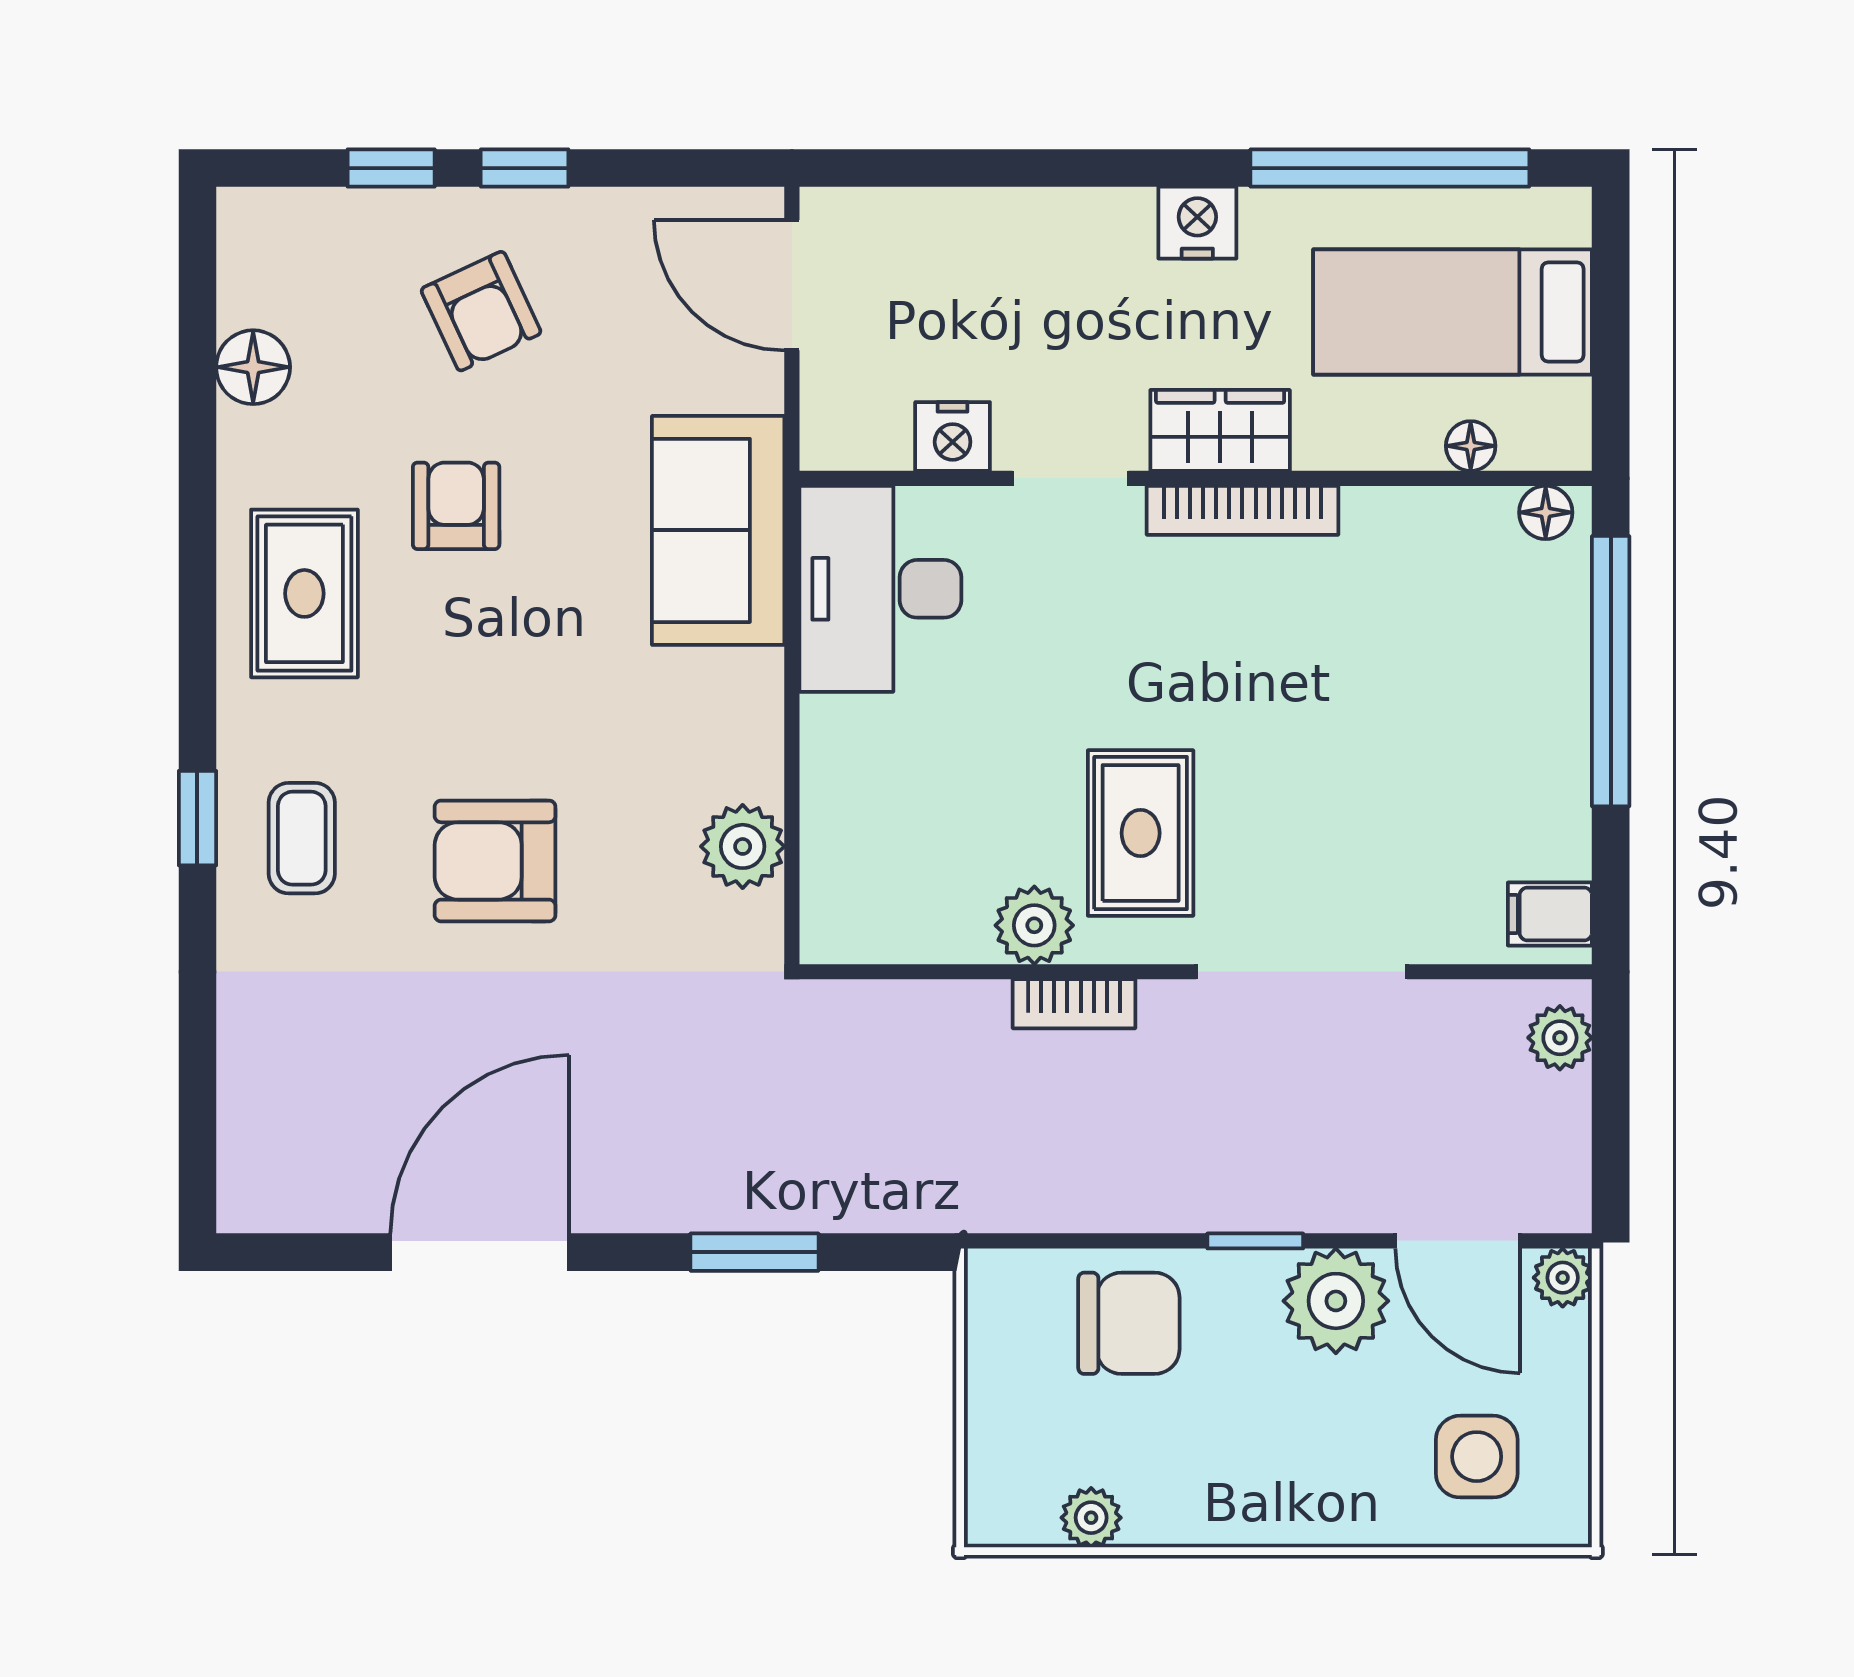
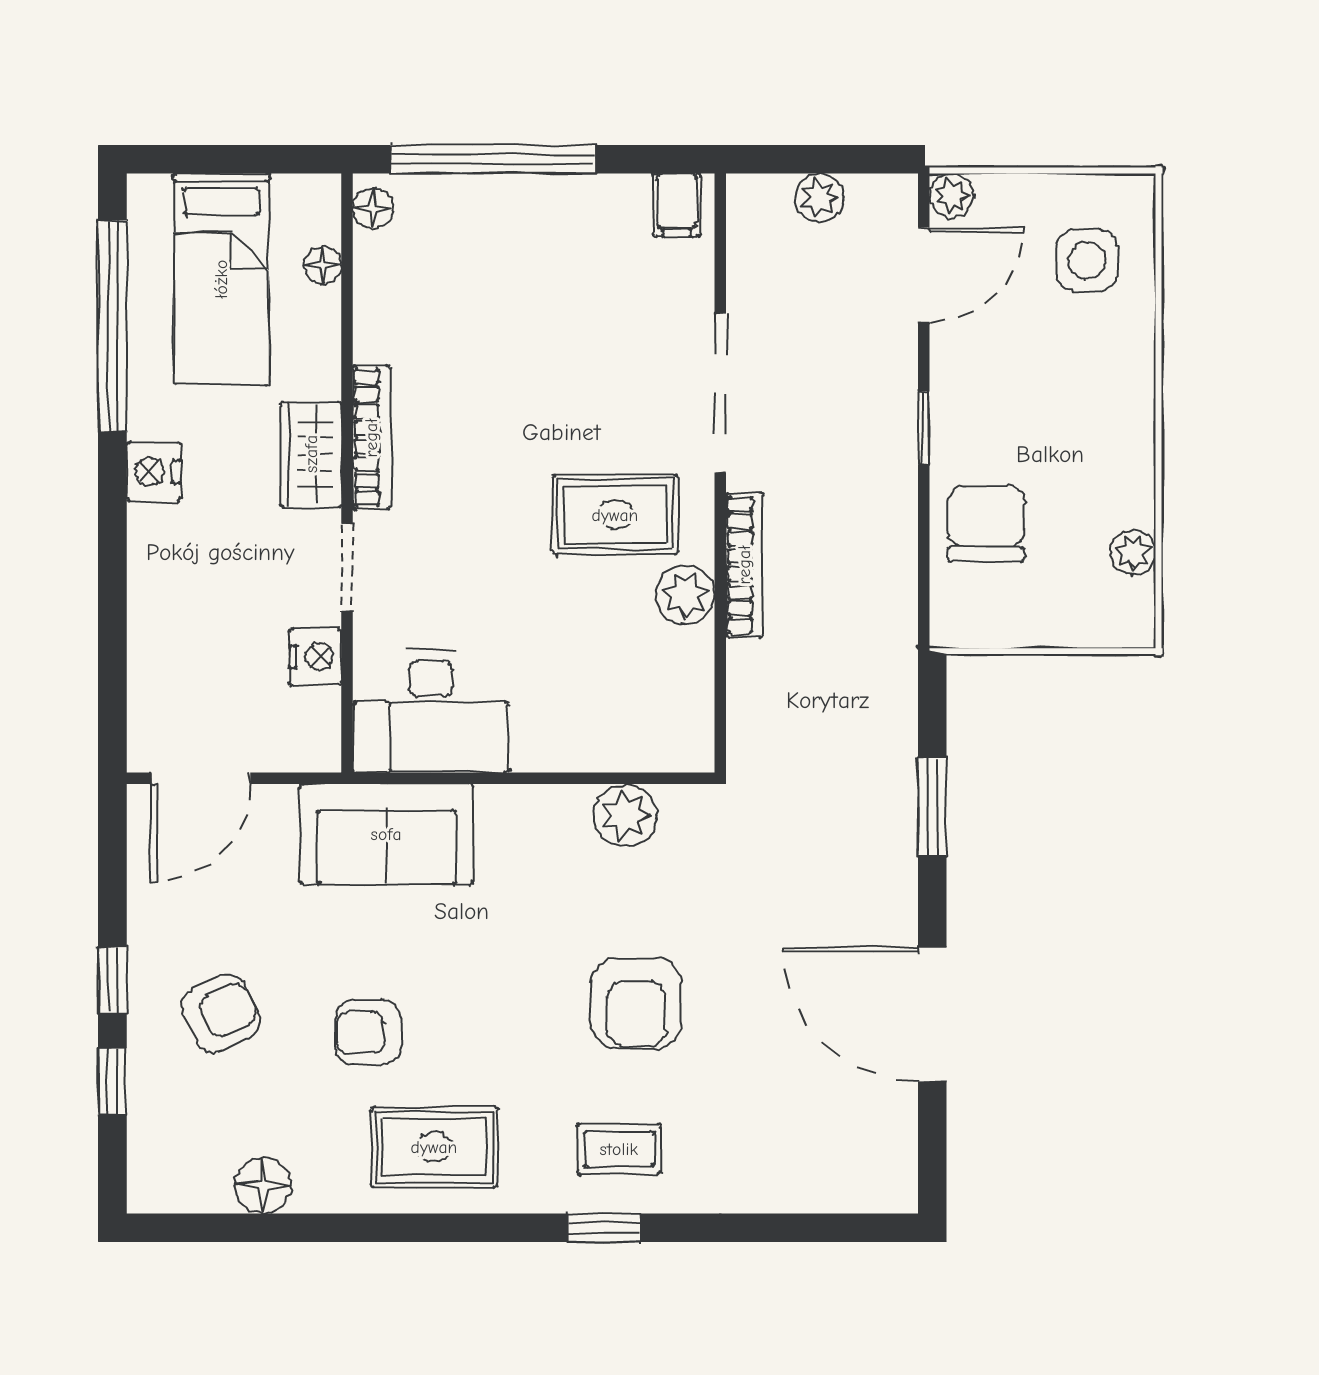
bookcase: (1074, 1004) -> (744, 565), width x1.56
plant: (1560, 1038) -> (819, 197), moved
plant: (1336, 1301) -> (969, 367), removed

